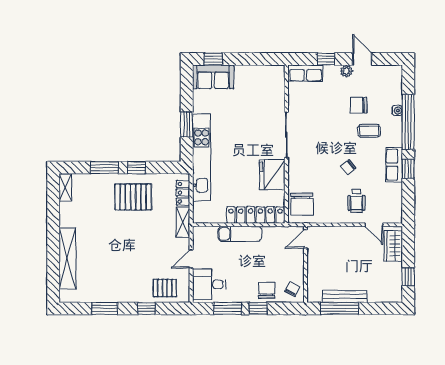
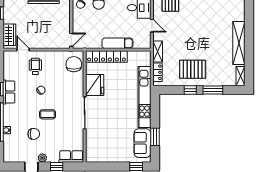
sofa: (213, 77) -> (142, 143), moved, turned -90
window: (187, 125) -> (155, 137), moved
coffee table: (369, 131) -> (48, 114), moved
shelving: (67, 259) -> (239, 43), moved
door: (191, 259) -> (152, 26), hinge flipped

